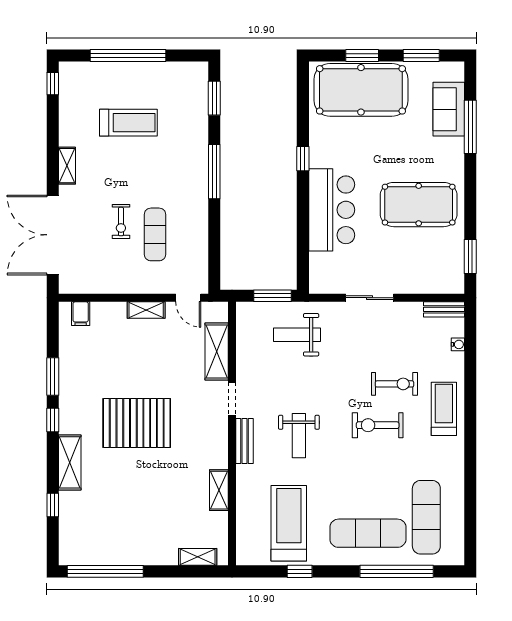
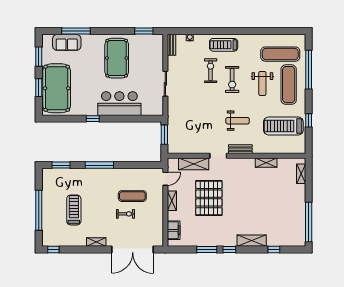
filing cabinet: (81, 314) -> (174, 230), width x2.00
weight bench: (297, 335) -> (262, 83), moved
pallet: (137, 423) -> (209, 198), moved

